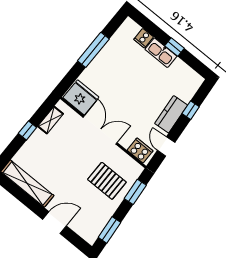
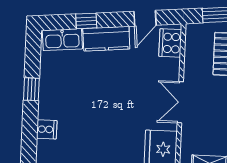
kitchen sink: (161, 53) -> (62, 40), moved, turned 85
double door: (100, 130) -> (180, 102), width x0.73

